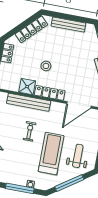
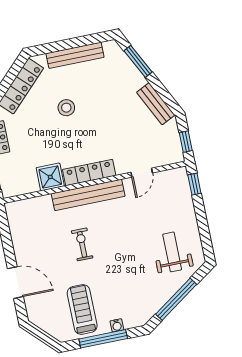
stool: (46, 66) -> (66, 108), moved
bench: (29, 102) -> (88, 195), moved
door: (79, 105) -> (142, 173), width x0.53
treadmill: (51, 153) -> (82, 309), moved, width x0.73, depth x0.73

